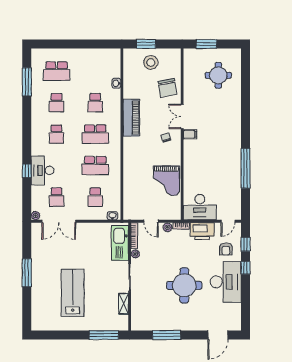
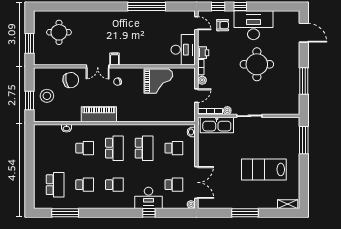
printer: (202, 231) -> (203, 53), width x0.53, depth x0.68
shelving: (123, 304) -> (288, 204), moved

